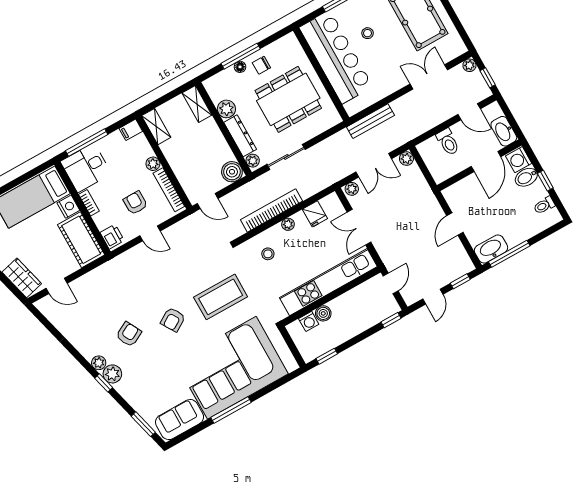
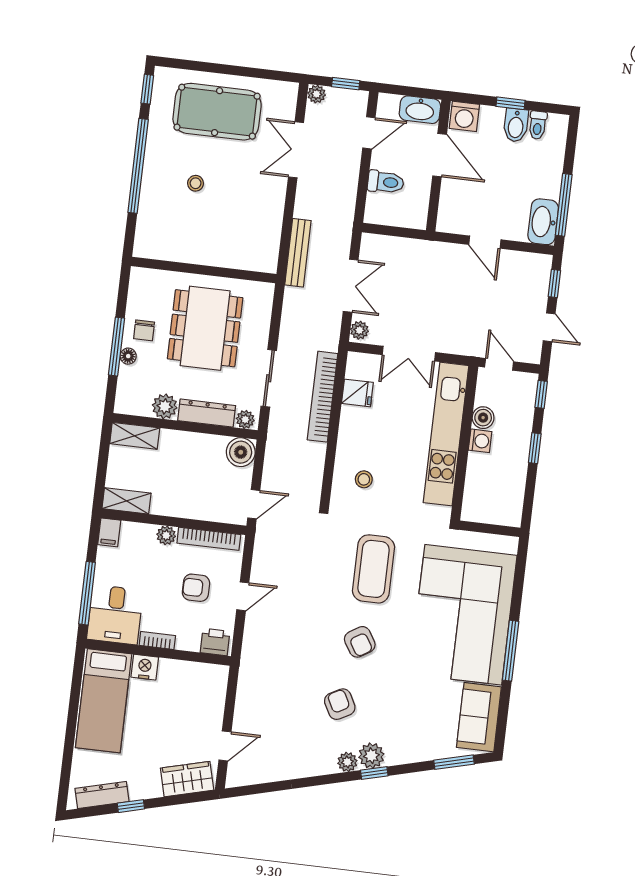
bar counter: (336, 57) -> (197, 239), removed
plant: (406, 159) -> (370, 243), removed
bidet: (526, 177) -> (516, 125), moved
bookcase: (272, 210) -> (323, 397), moved
plant: (288, 224) -> (347, 432), removed
cot: (81, 240) -> (193, 680), removed
boiler: (323, 313) -> (483, 418), moved
washing machine: (309, 321) -> (480, 441), moved
window: (327, 356) -> (535, 448), moved

